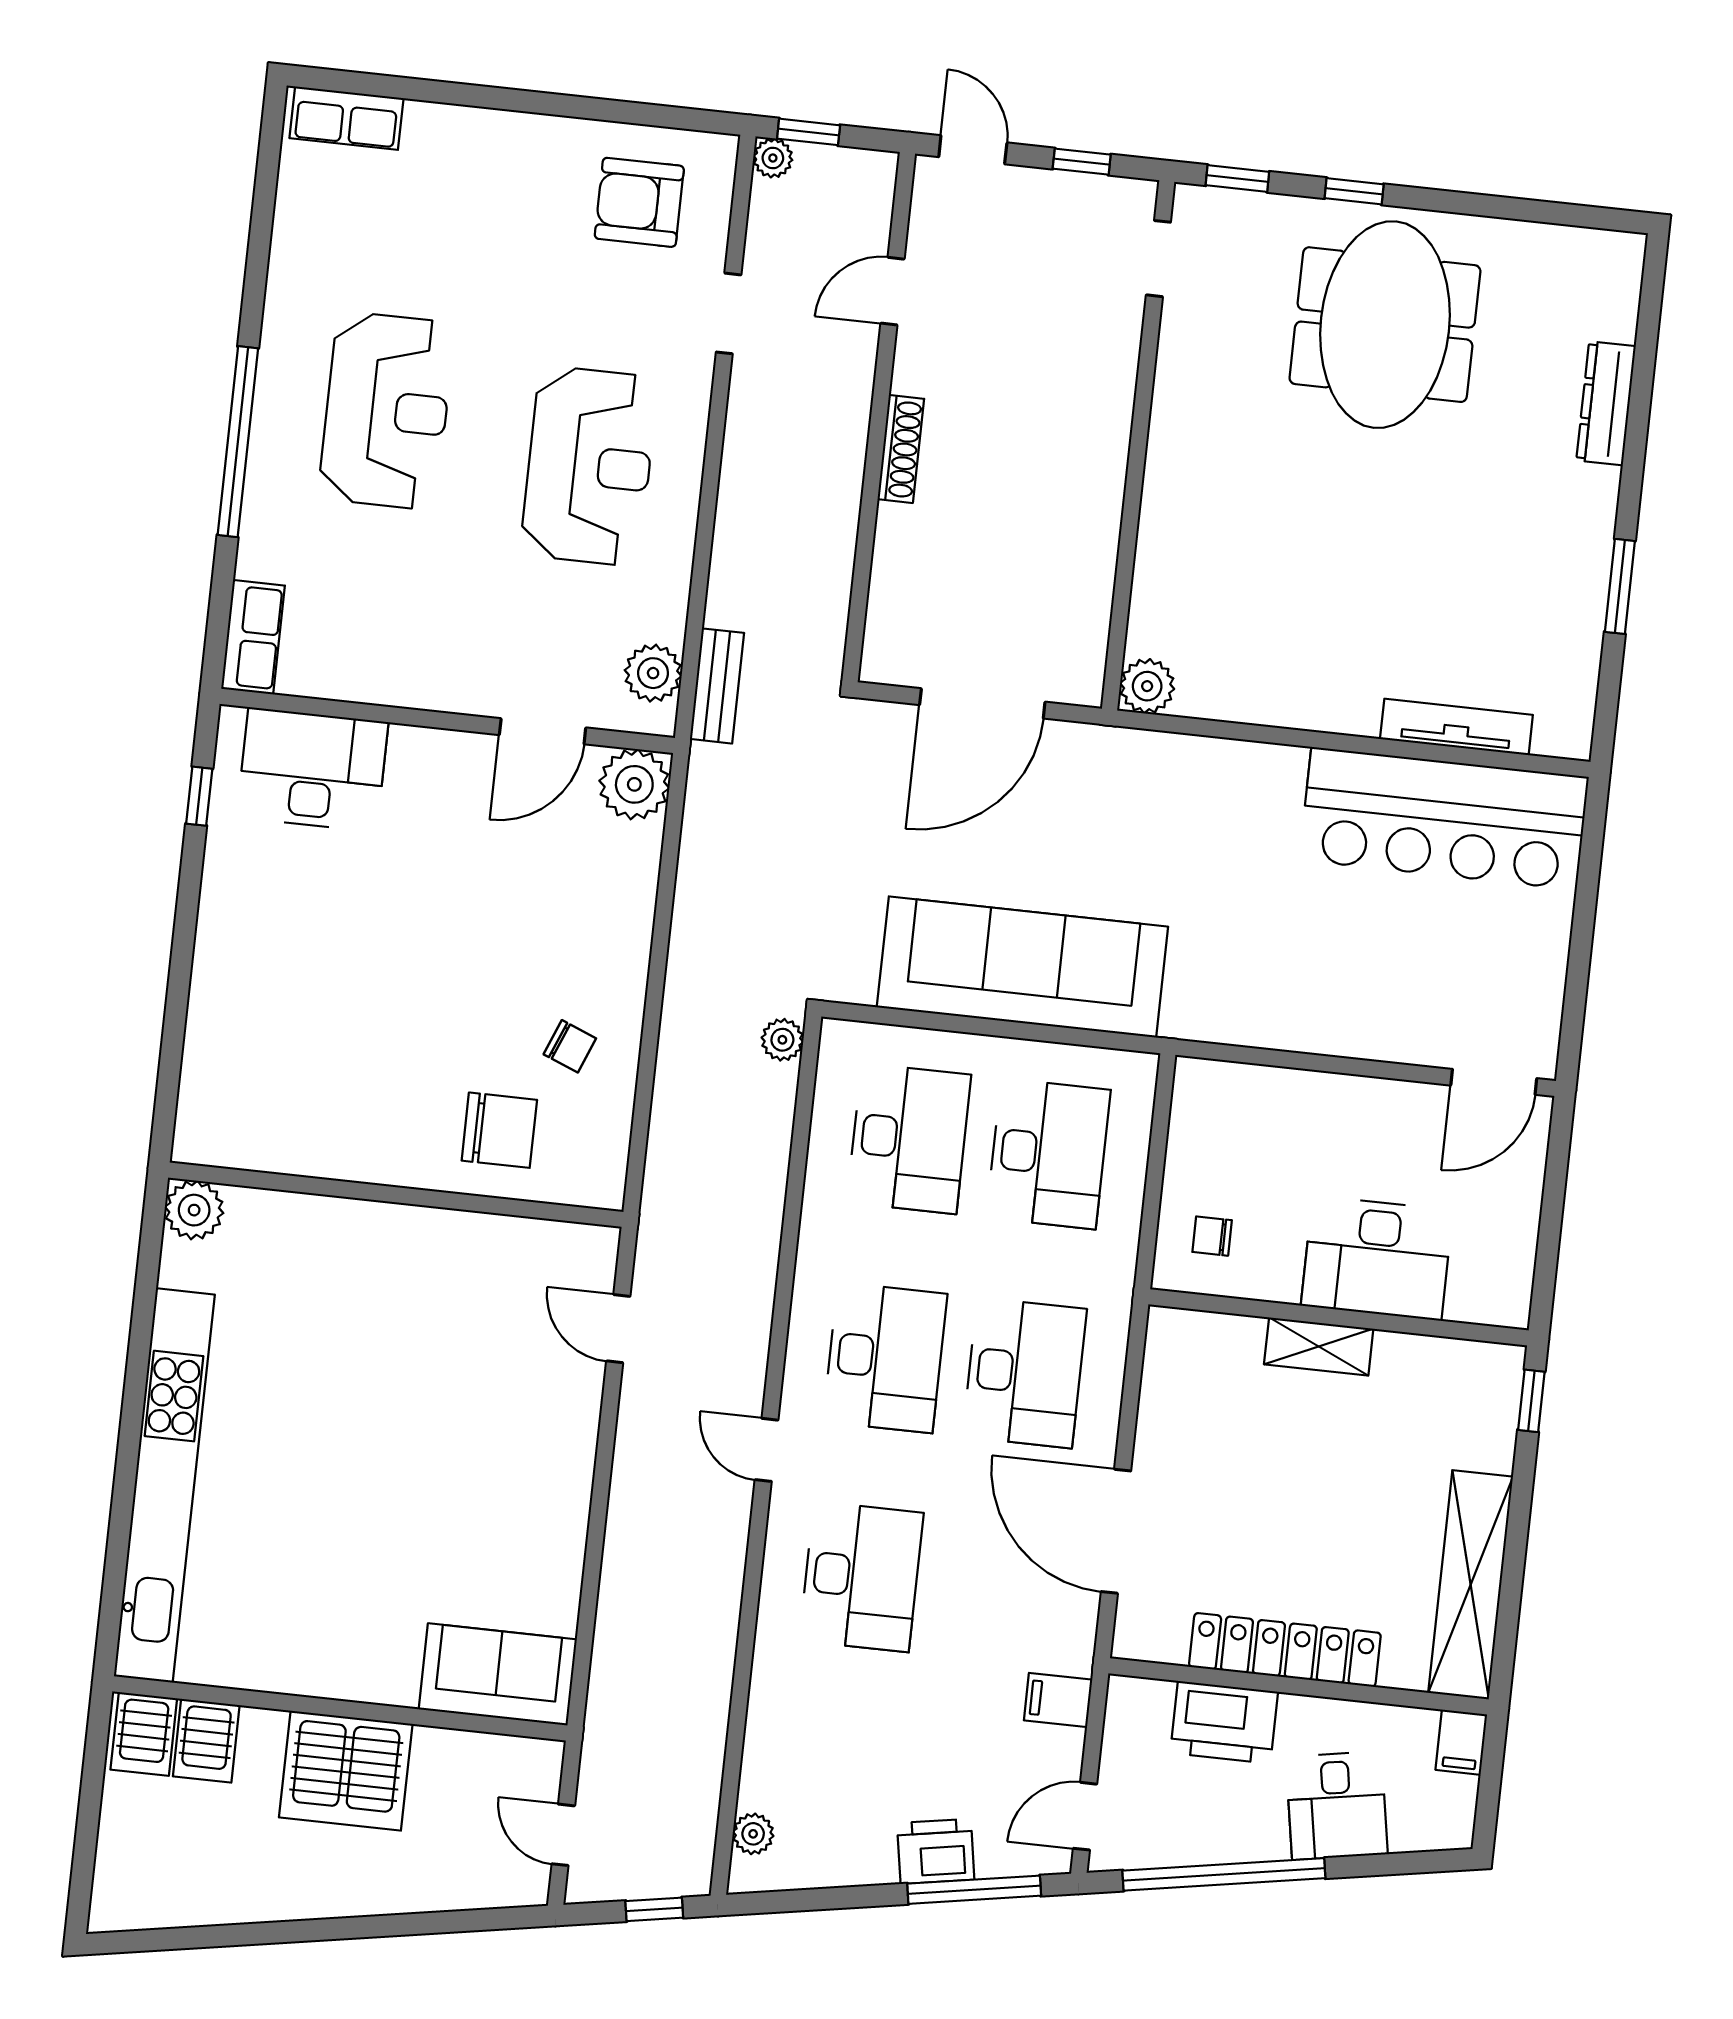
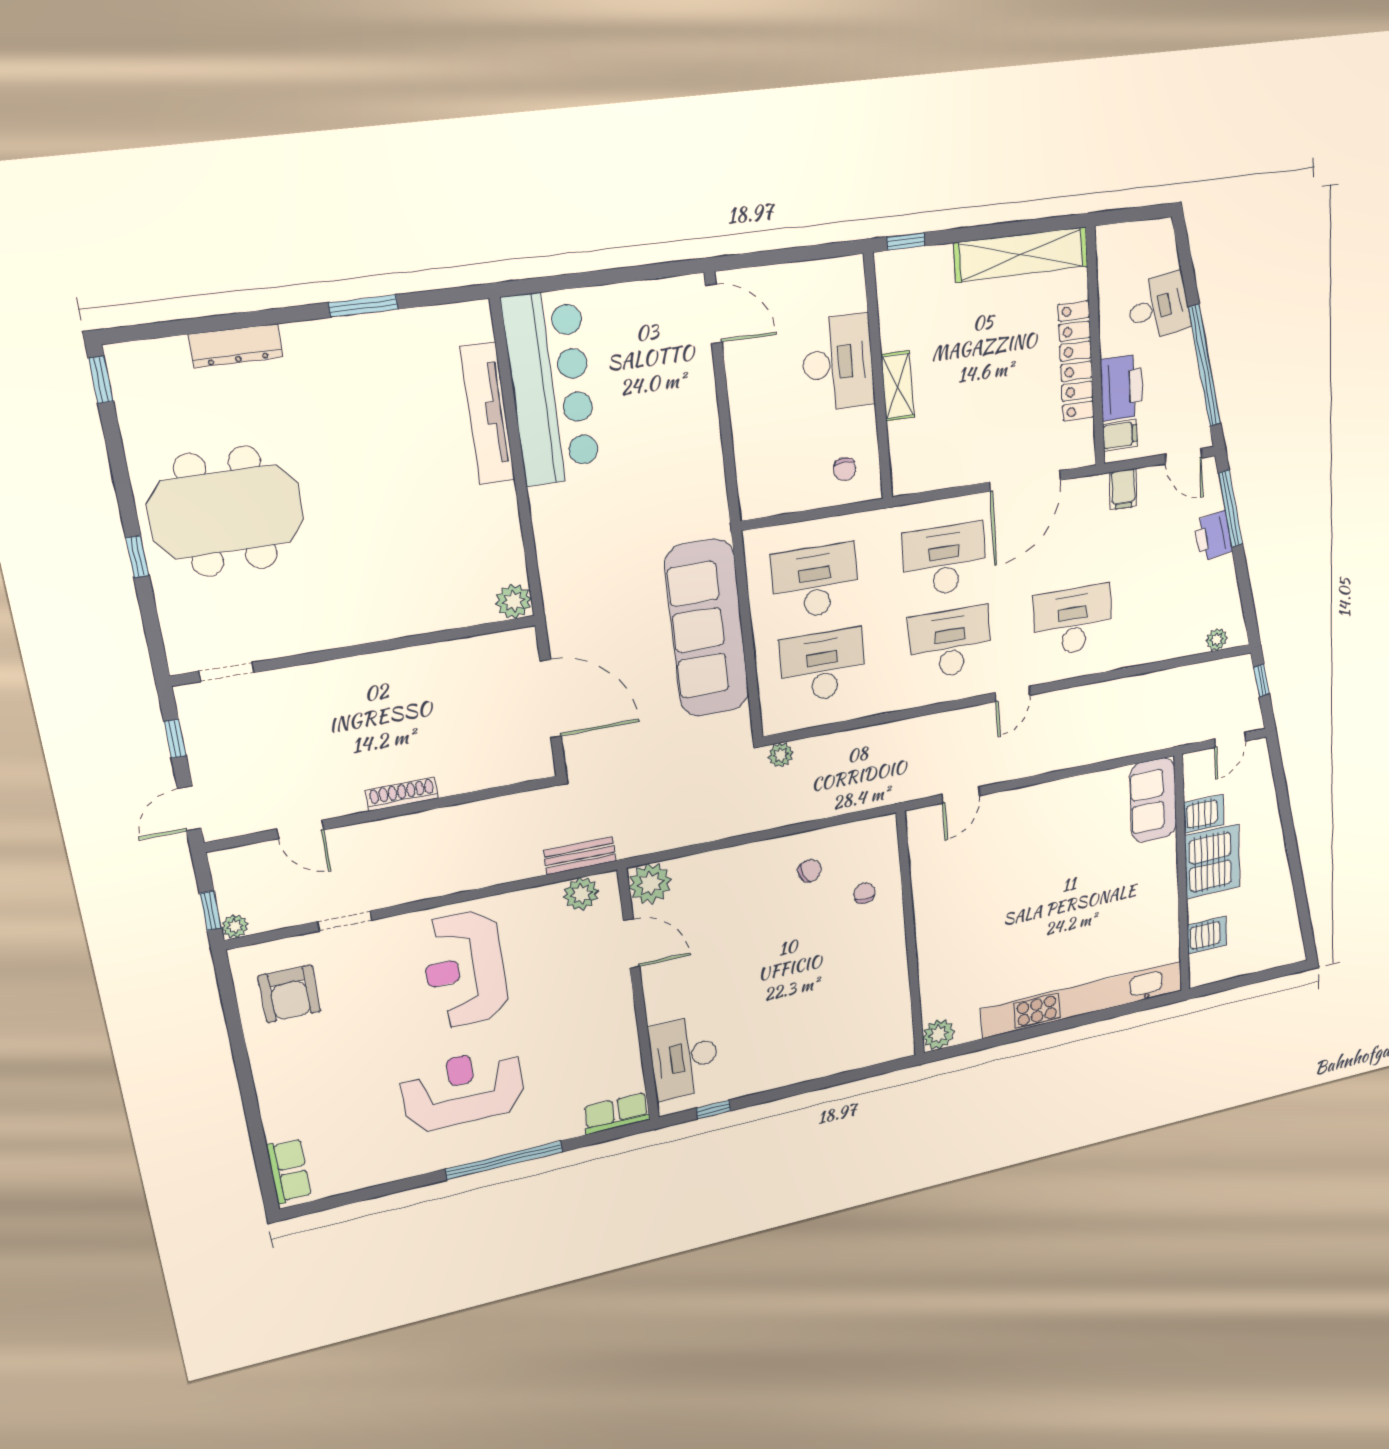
window: (1237, 179) -> (101, 380), moved
reception desk: (589, 466) -> (465, 969), turned -90
tv unit: (1456, 727) -> (488, 414), width x1.36, depth x1.29
chair: (570, 1046) -> (810, 871), turned 46
chair: (499, 1130) -> (864, 893), width x0.54, depth x0.54
server rack: (144, 1734) -> (1204, 814), moved
filing cabinet: (1461, 1742) -> (1120, 435), moved

